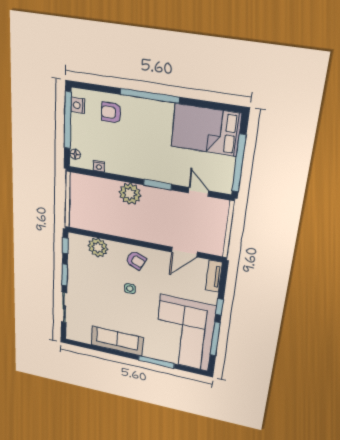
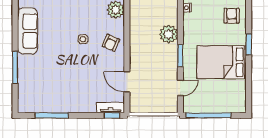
window: (150, 96) -> (249, 44), width x0.47
bed: (206, 130) -> (222, 62), moved, turned -90
window: (220, 307) -> (112, 115), moved
corner sofa: (185, 333) -> (51, 89), removed

